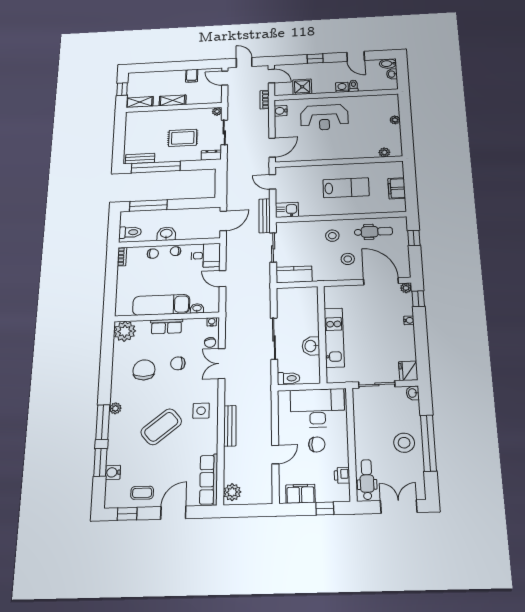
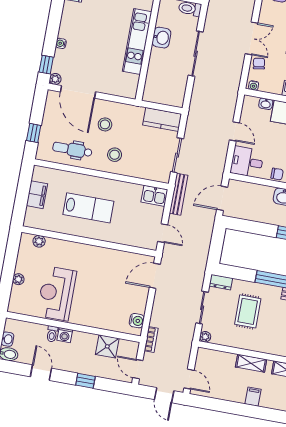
filing cabinet: (192, 76) -> (253, 397), moved
reception desk: (324, 117) -> (57, 293), moved, turned -90
rug: (183, 138) -> (248, 311), turned 90
lab bench: (346, 188) -> (88, 208), turned 180

